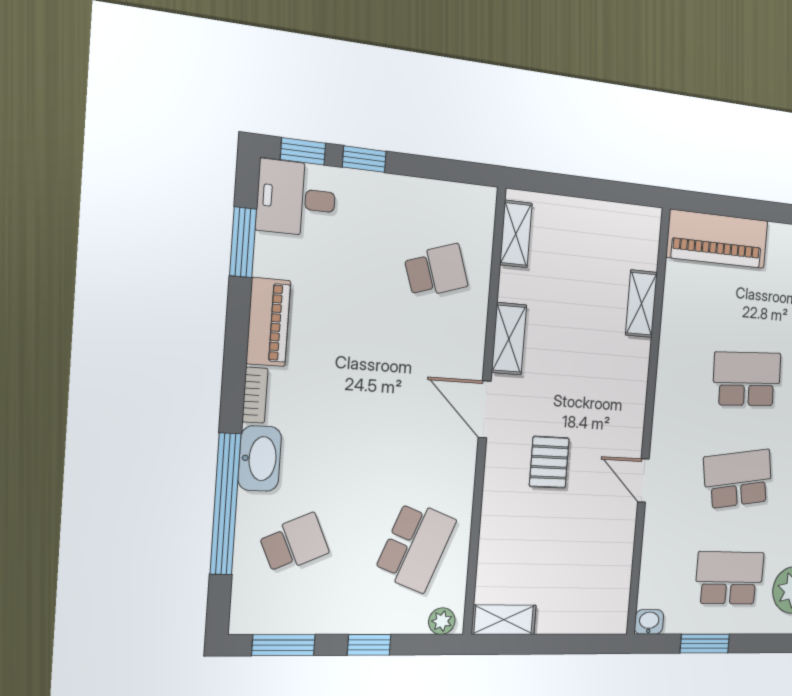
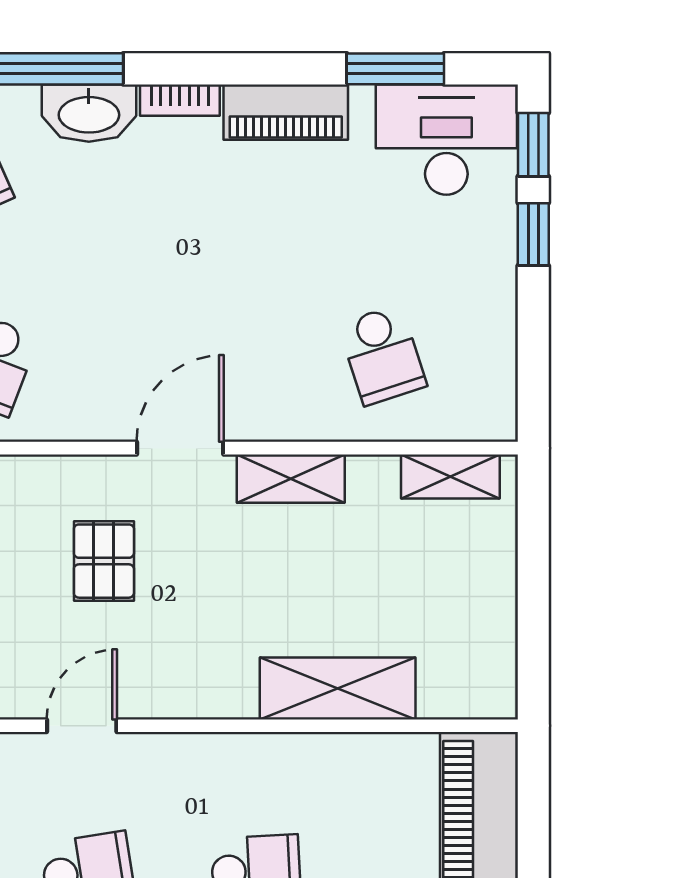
desk: (296, 198) -> (446, 140), width x1.37
shelving: (641, 304) -> (338, 688), width x1.50, depth x1.33
pallet: (549, 462) -> (104, 561), turned 90

